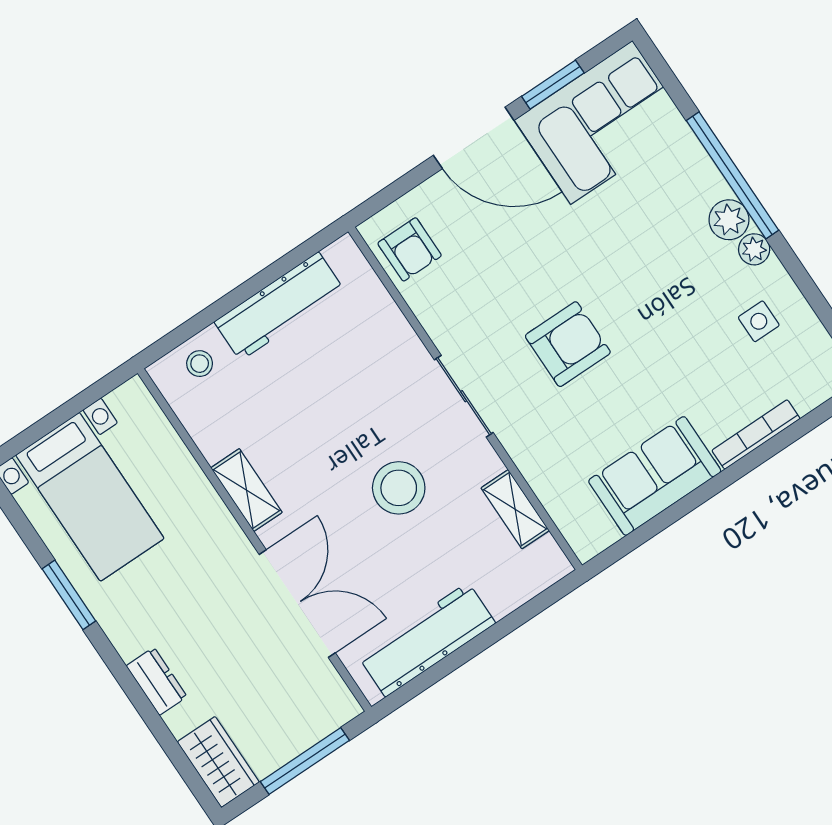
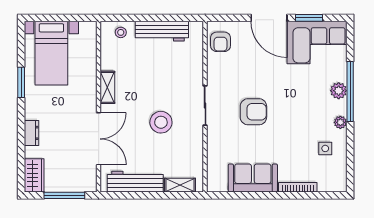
plant: (729, 220) -> (339, 91), moved
shelving: (515, 509) -> (180, 185), moved, turned 90

